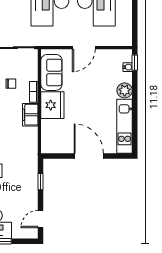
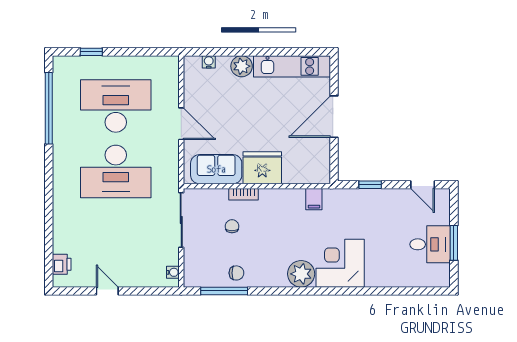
window: (135, 63) -> (203, 52), removed
filing cabinet: (30, 115) -> (314, 199), moved, width x0.50

